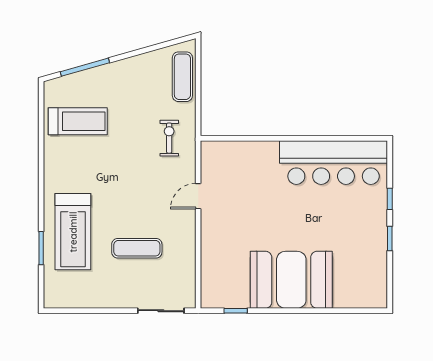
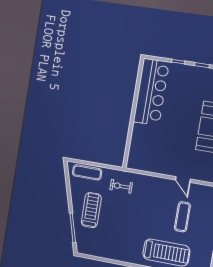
treadmill: (78, 121) -> (91, 210), moved
door: (198, 196) -> (183, 180), moved

